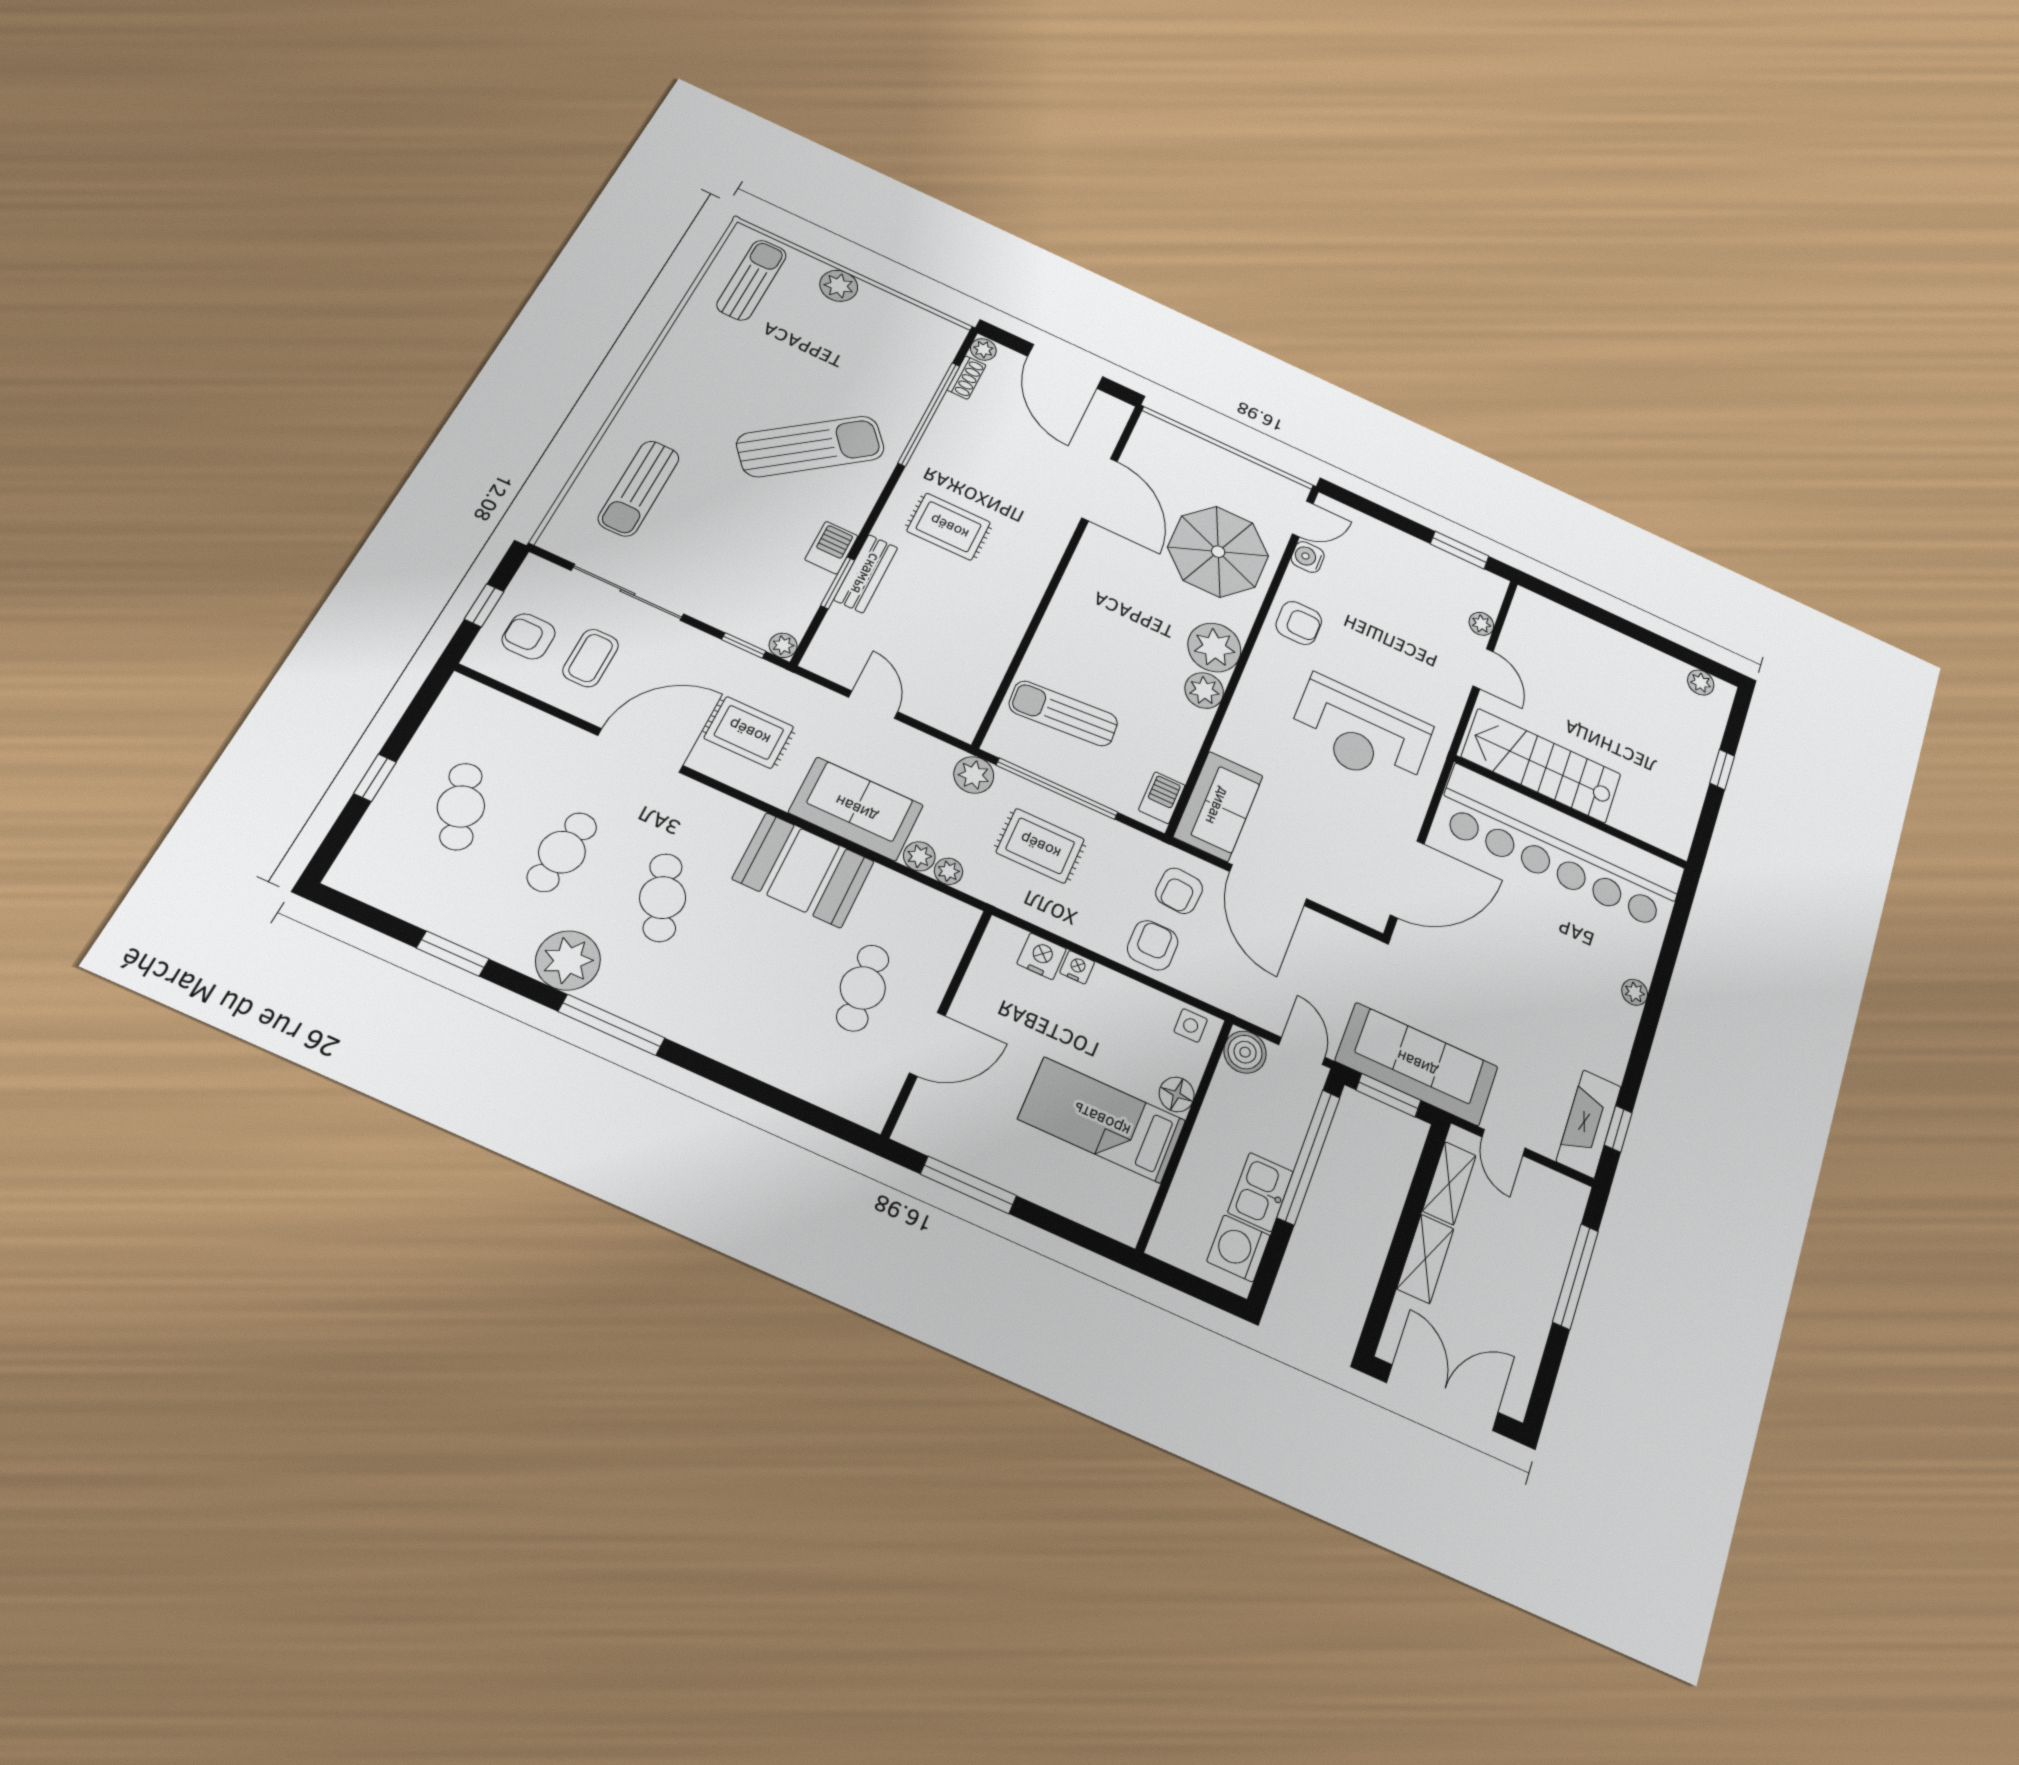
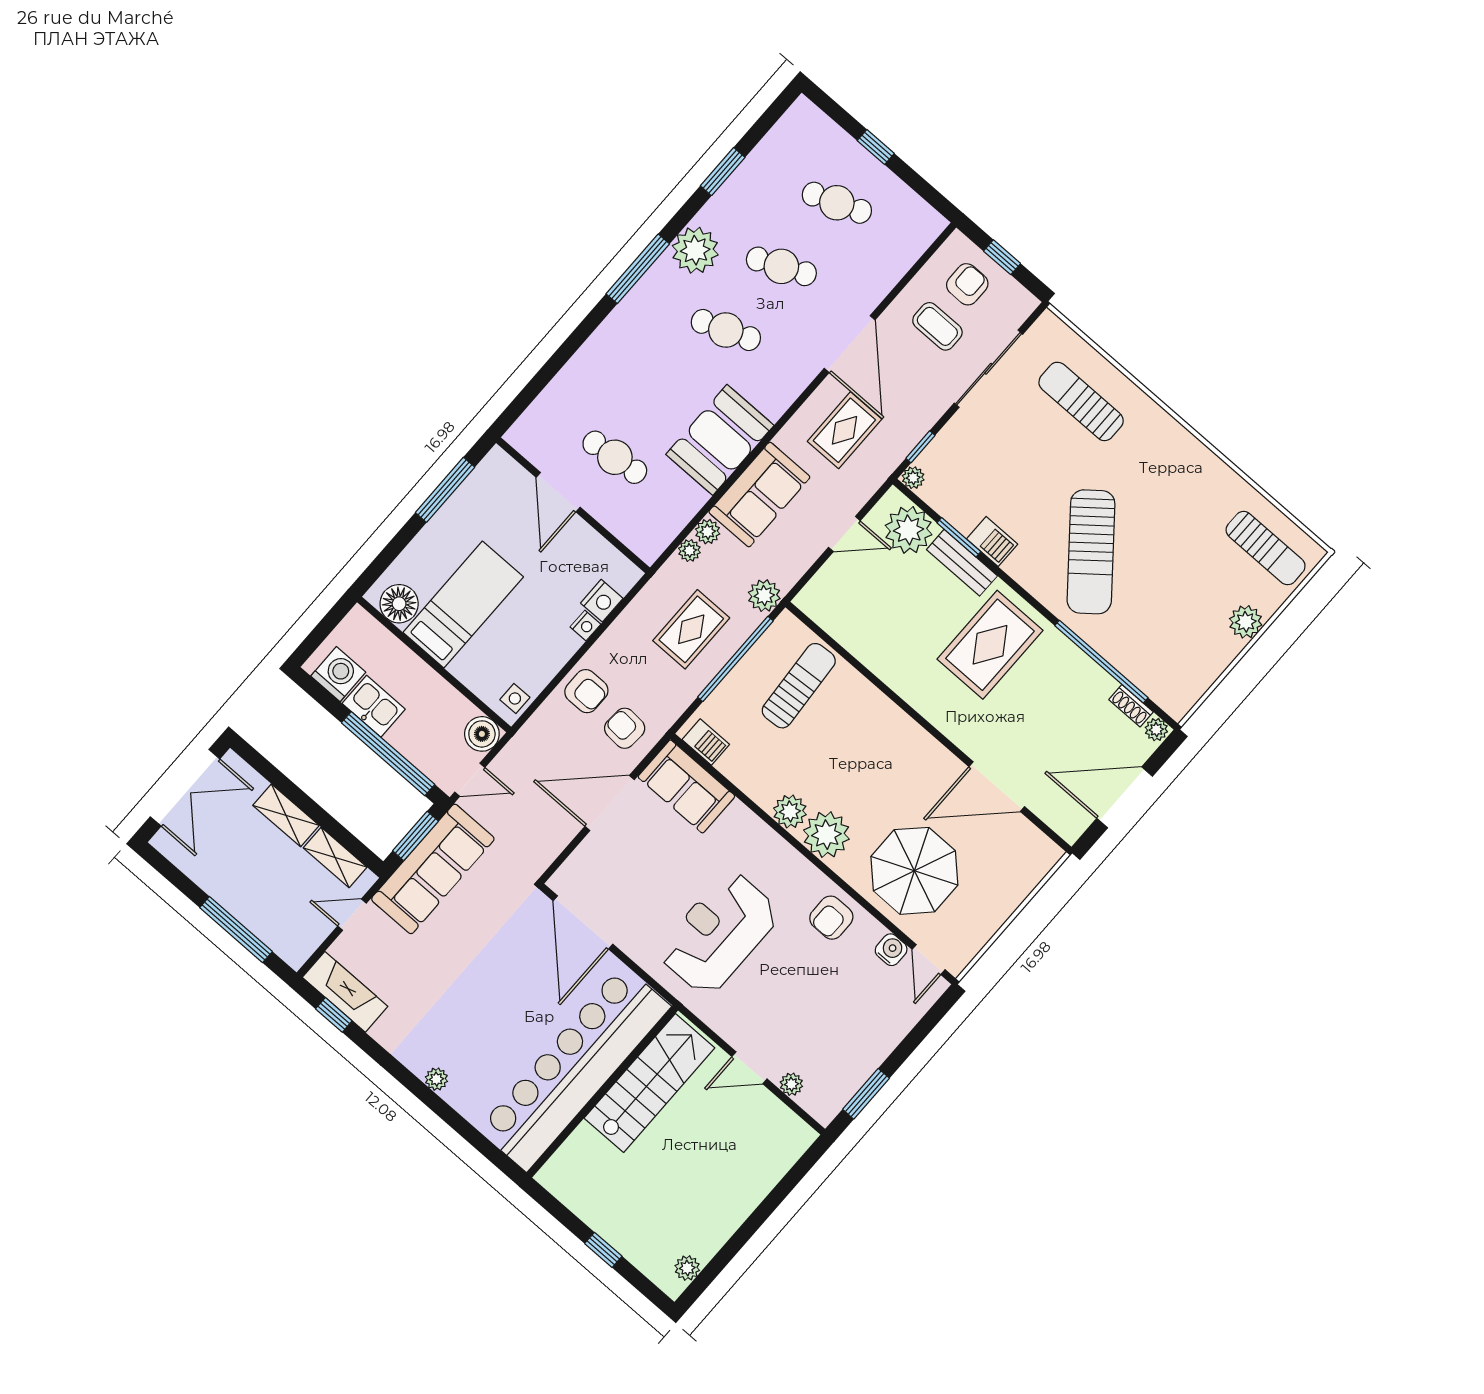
rug: (949, 527) -> (990, 645), width x1.36, depth x1.43
plant: (846, 637) -> (909, 530), added
cafe table: (562, 852) -> (781, 266), turned -30
floor lamp: (1177, 1094) -> (399, 604), moved, width x1.38, depth x1.38

